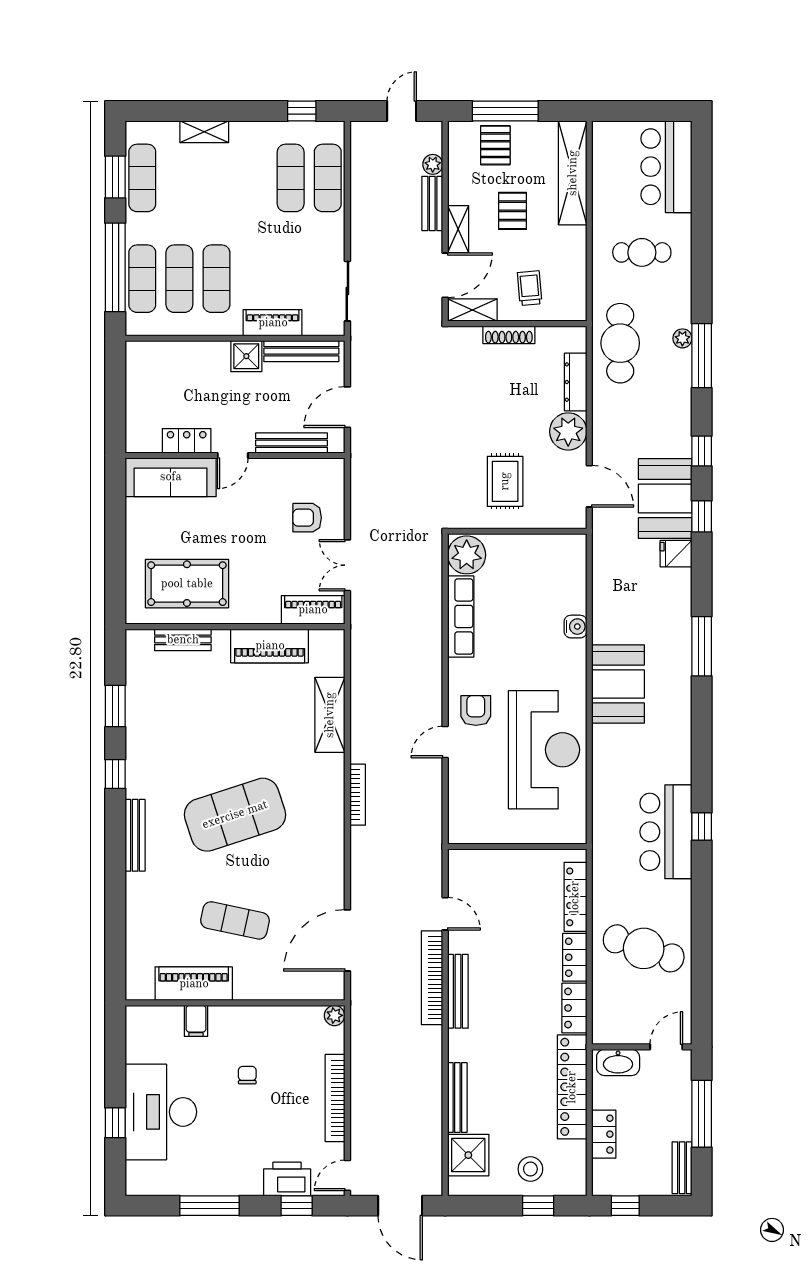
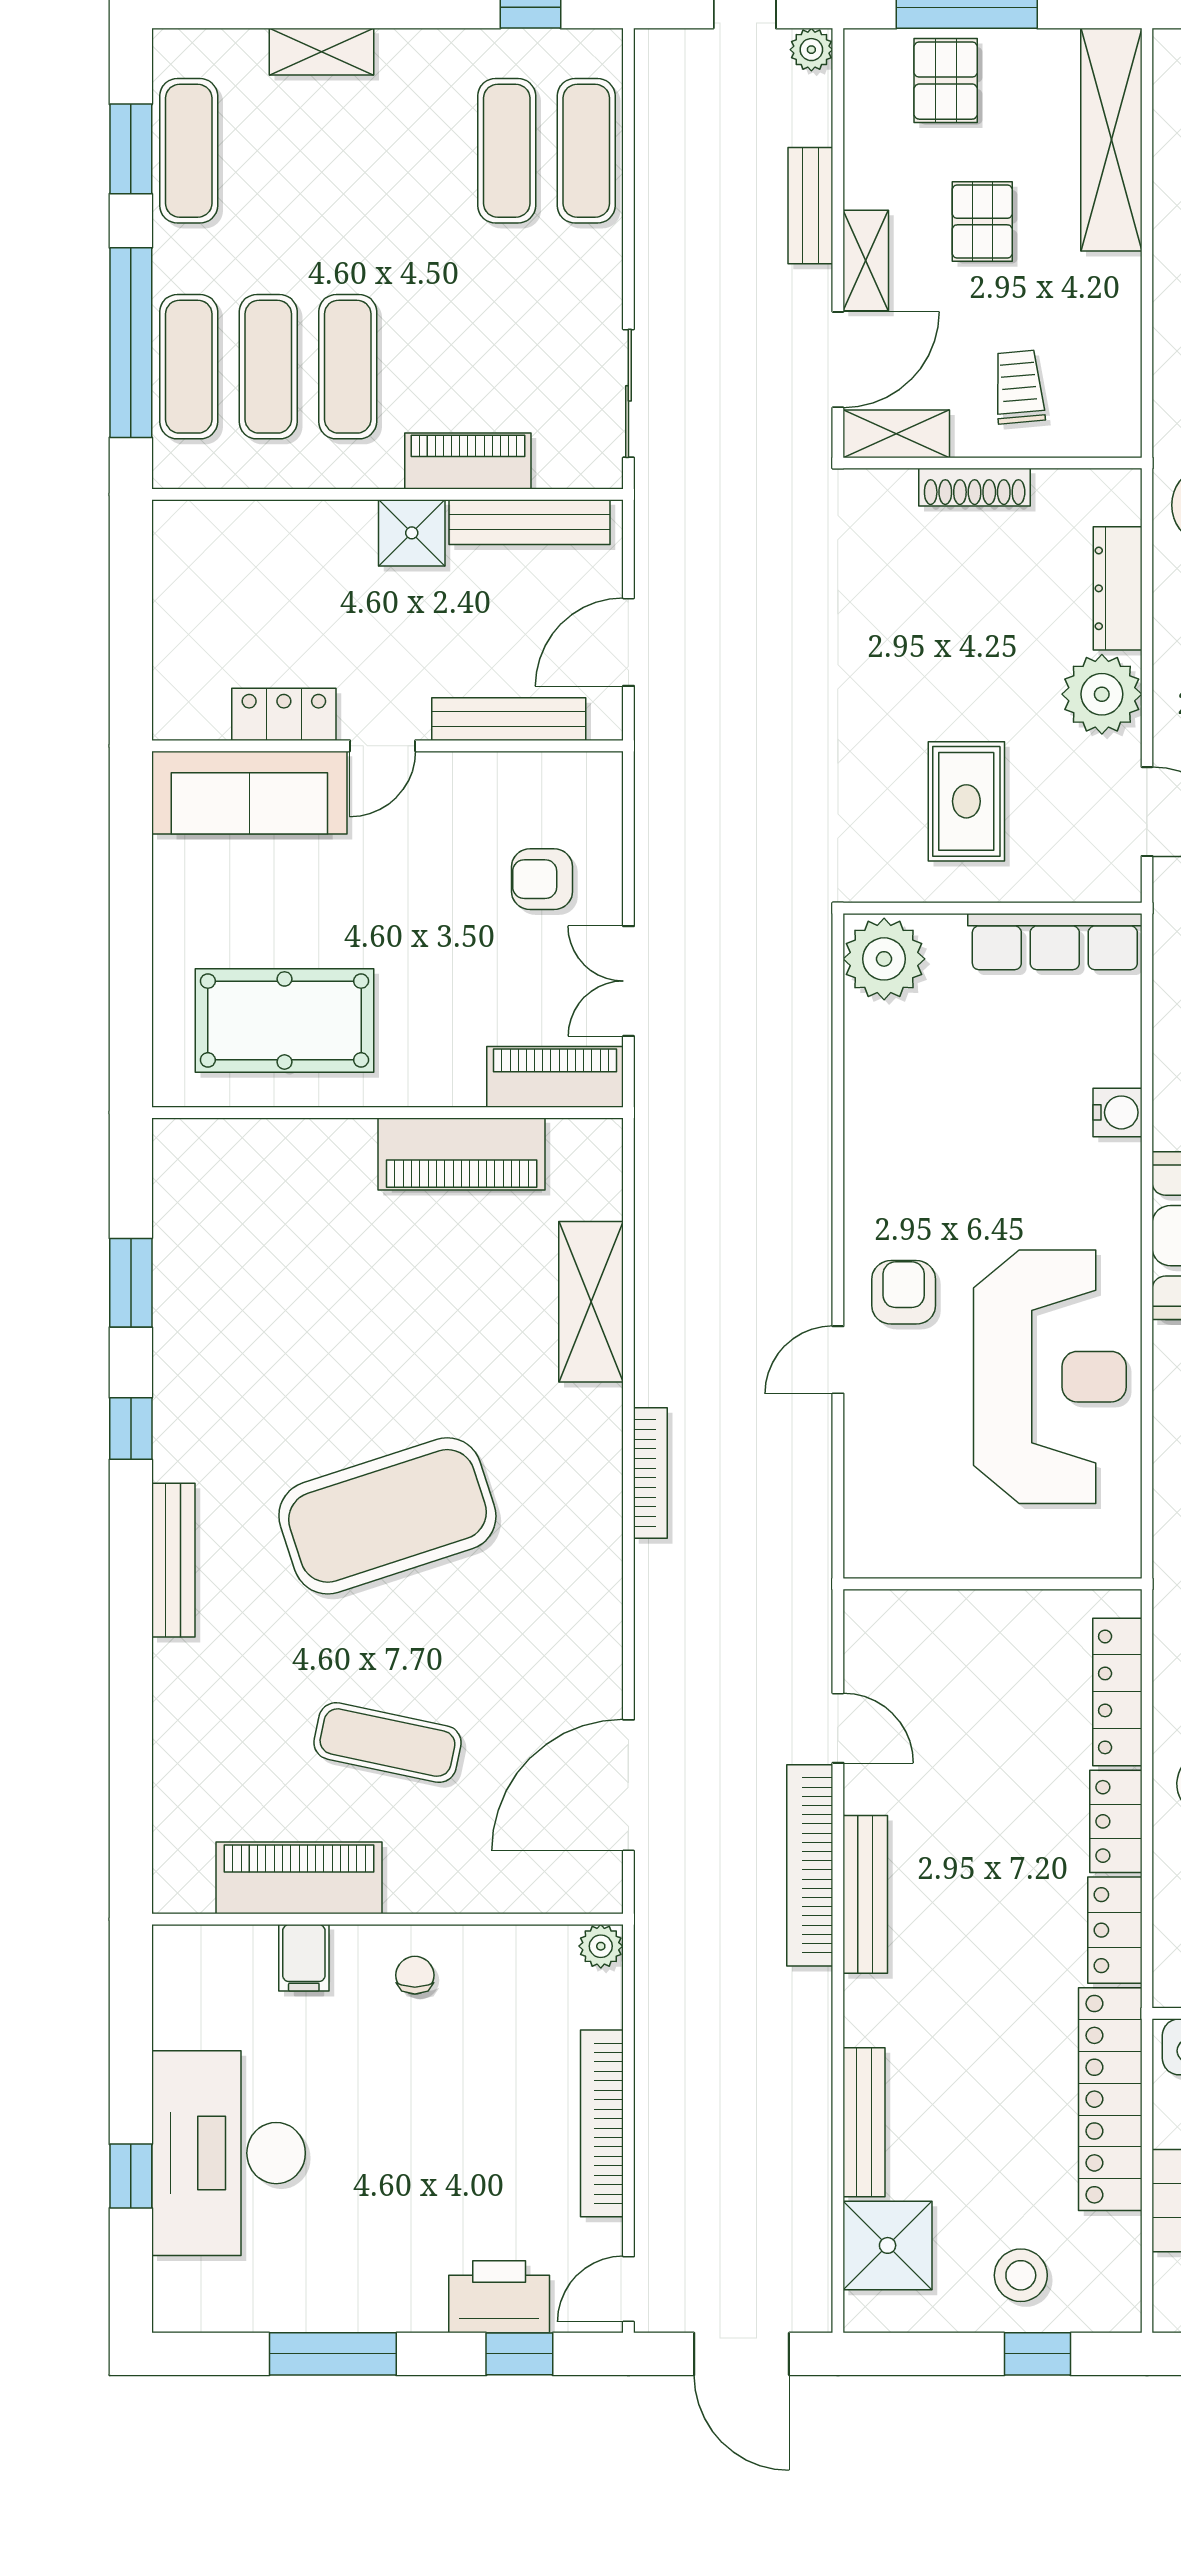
plant: (433, 164) -> (811, 50), moved
row of seats: (461, 616) -> (1055, 942), moved, turned 90
bench: (183, 640) -> (276, 1141), removed
chair: (247, 1075) -> (415, 1975), moved

